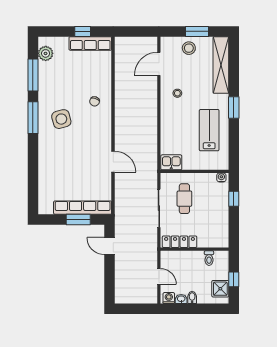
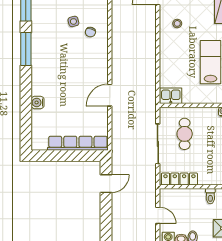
side table: (61, 119) -> (73, 21), moved, width x0.54, depth x0.54
door: (113, 162) -> (110, 95), swing flipped
water cooler: (44, 169) -> (38, 102), added
window: (78, 220) -> (73, 156), removed
door: (109, 246) -> (106, 184), swing flipped

